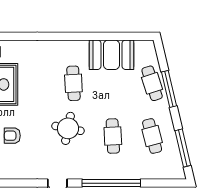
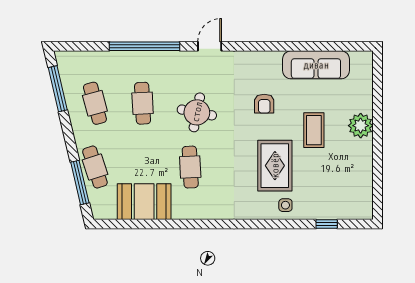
window: (169, 89) -> (80, 183), moved
armchair: (12, 136) -> (264, 104), turned 90

